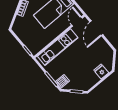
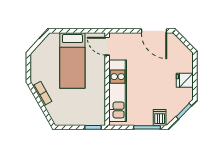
door: (96, 28) -> (154, 31), moved
fridge: (101, 71) -> (185, 80), moved

